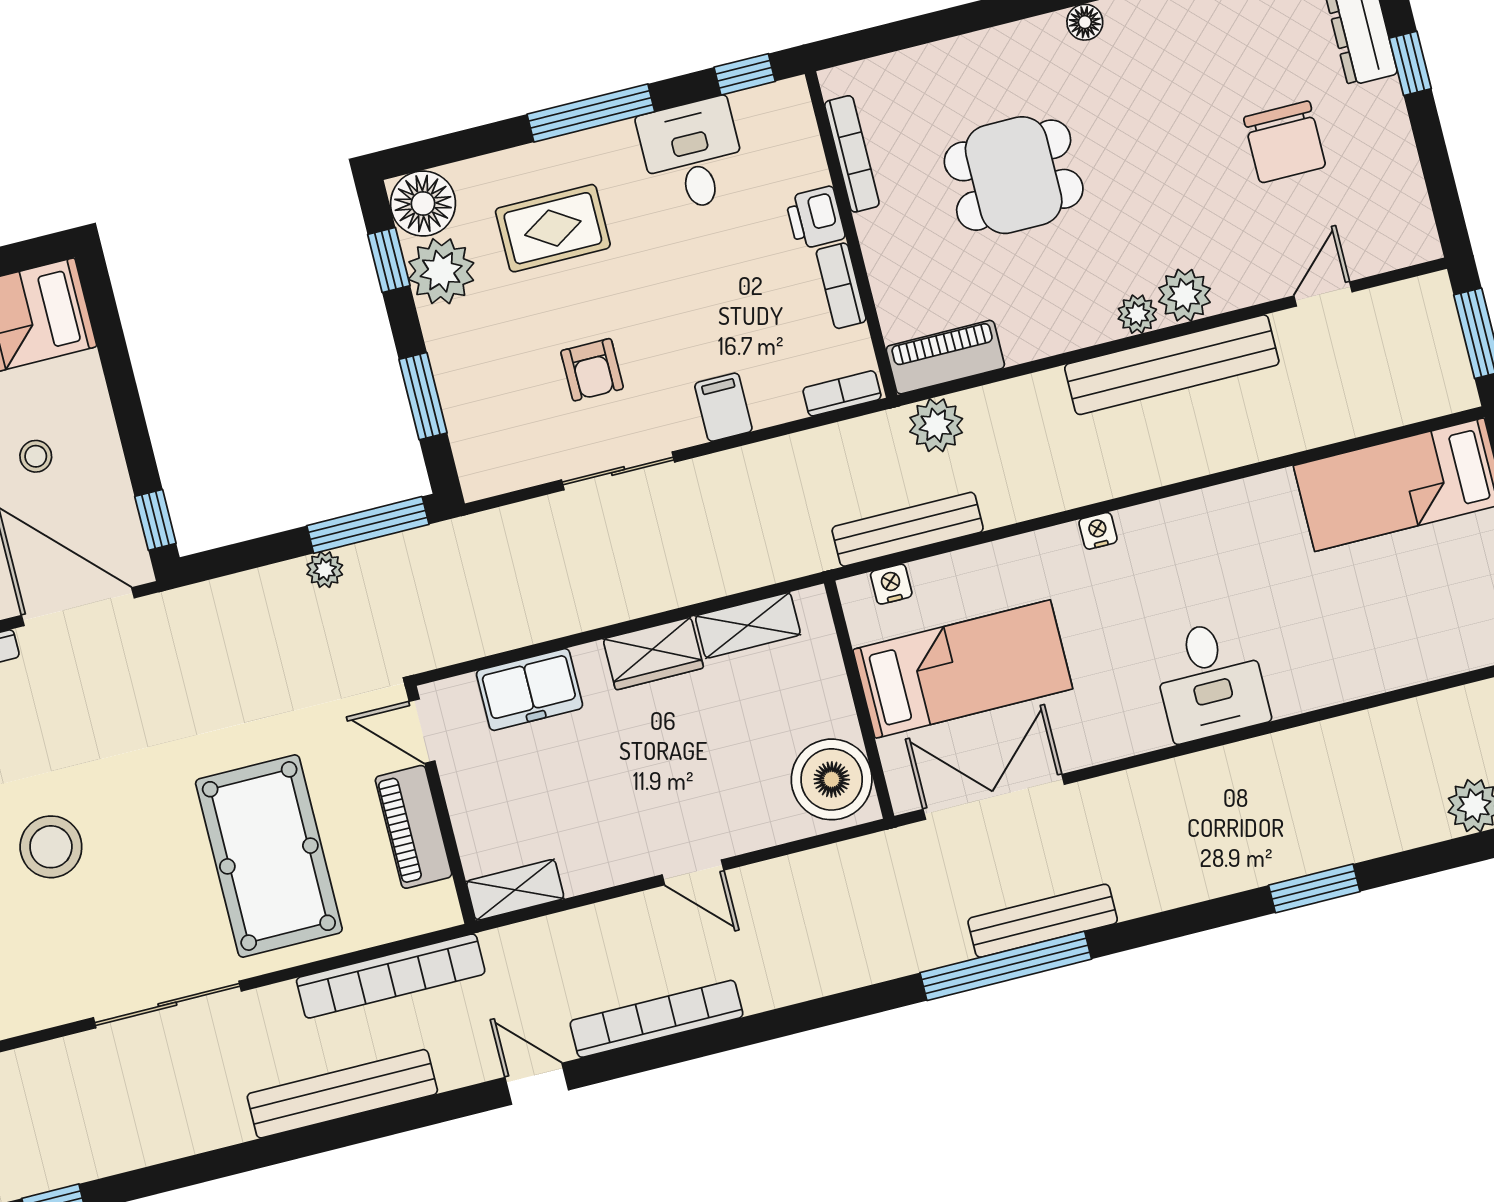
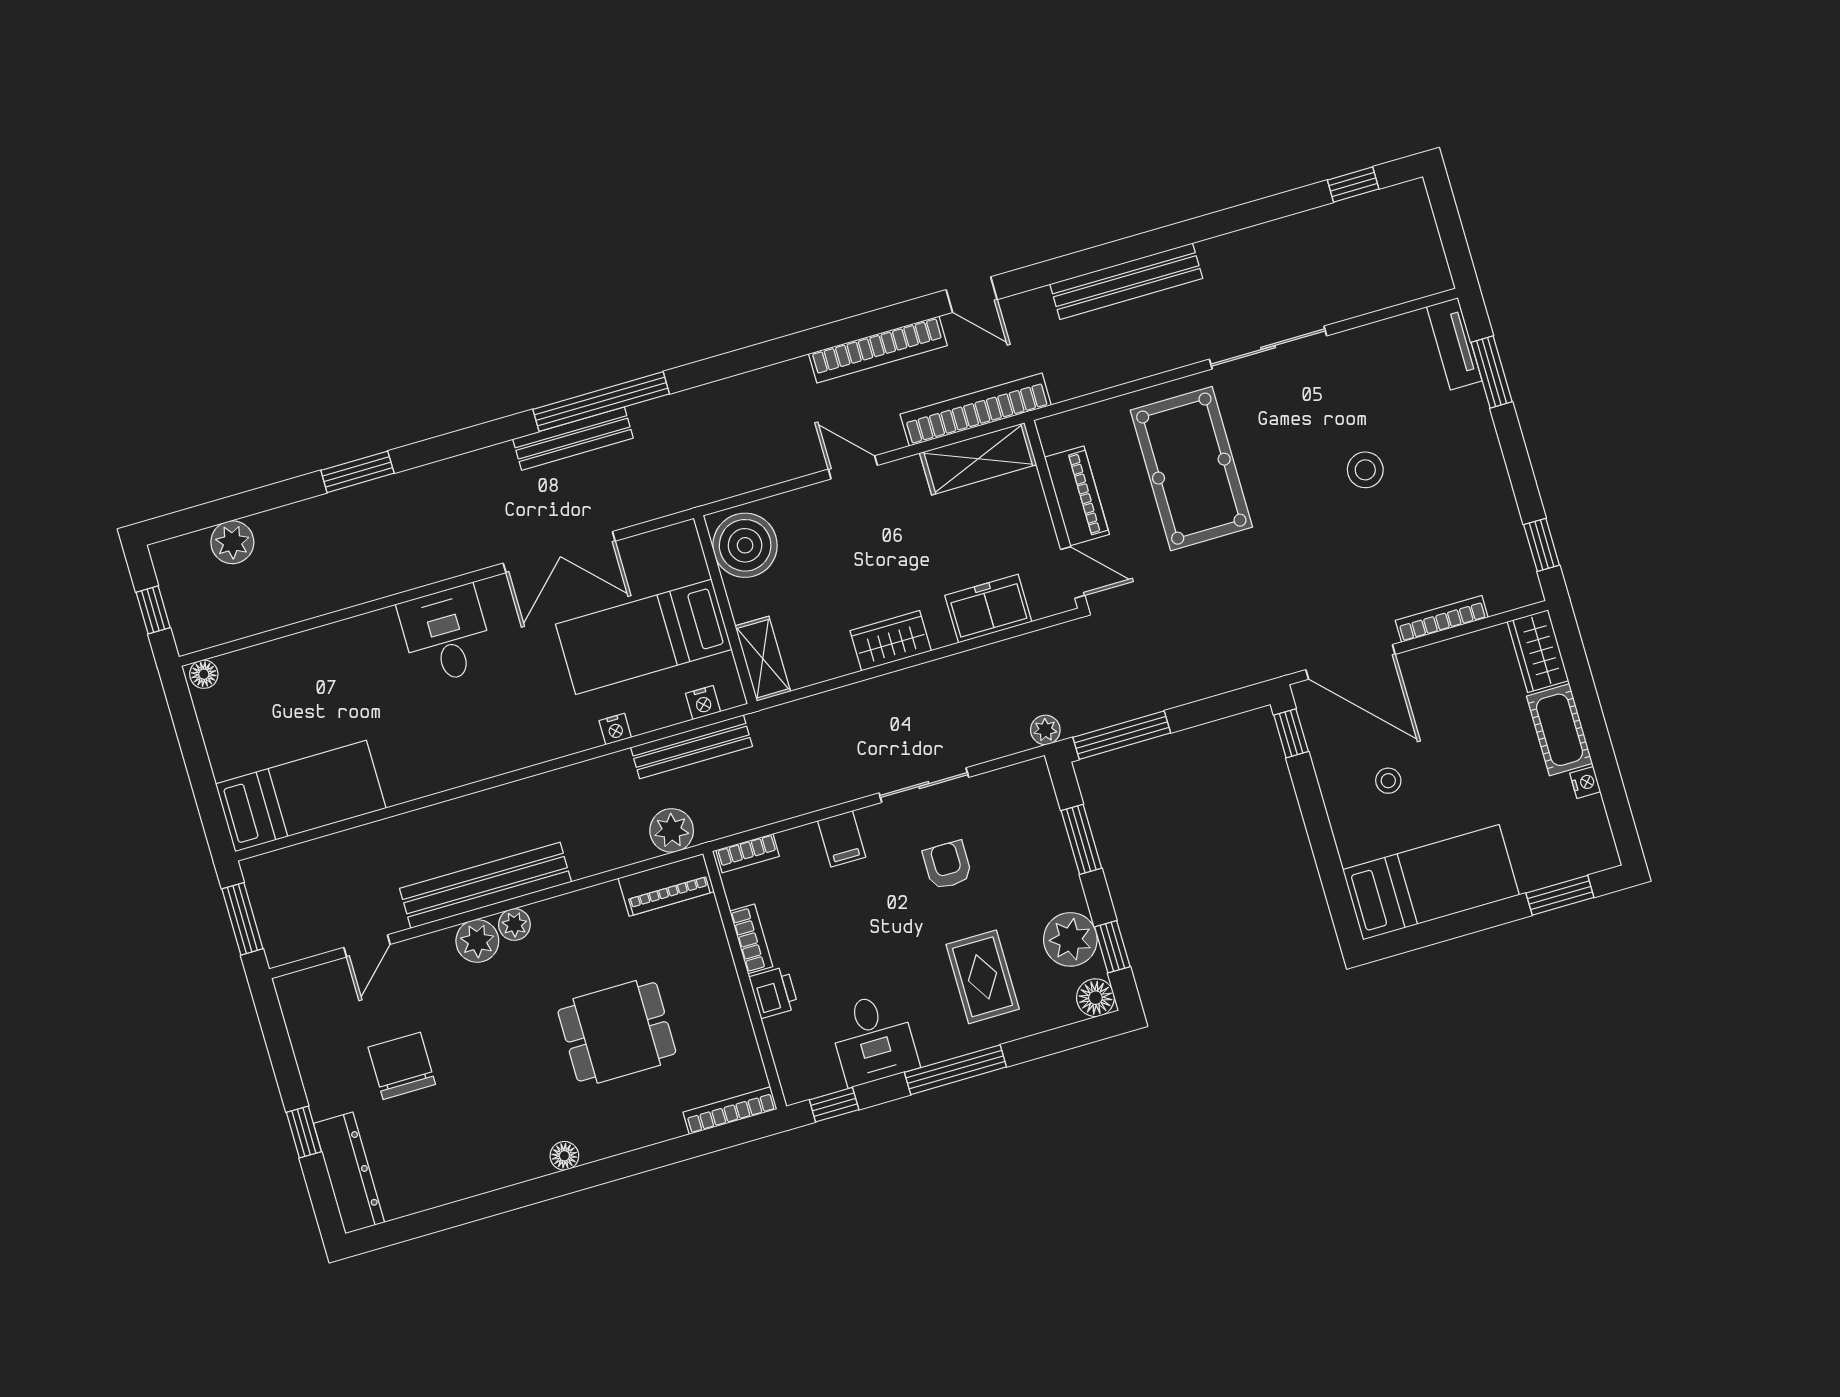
bookcase: (852, 154) -> (730, 1111), moved, turned 90
floor lamp: (423, 203) -> (1095, 998), width x0.73, depth x0.73
rug: (553, 228) -> (983, 977), turned 90
nightstand: (1098, 531) -> (615, 729), moved
plant: (325, 570) -> (1045, 730), moved
shelving: (748, 625) -> (763, 659), moved, turned 90
double door: (994, 797) -> (559, 552), moved
stool: (51, 847) -> (1365, 470), width x0.73, depth x0.73
shelving: (515, 890) -> (978, 459), width x1.50, depth x1.33
bookcase: (391, 976) -> (976, 410), moved

